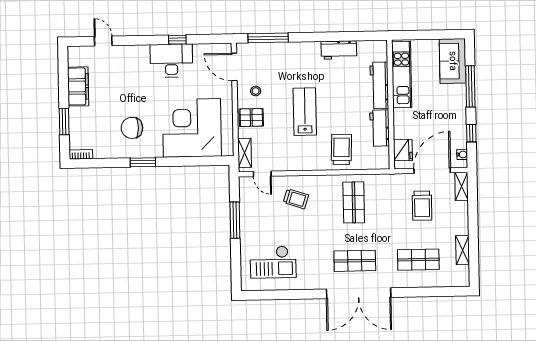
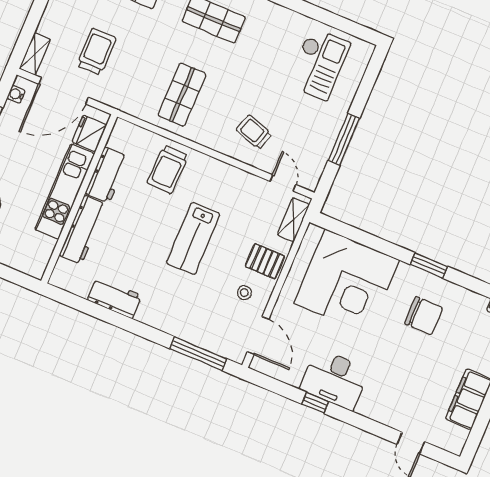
kitchen unit: (402, 74) -> (65, 192), moved
checkout: (273, 262) -> (319, 64), turned 90

